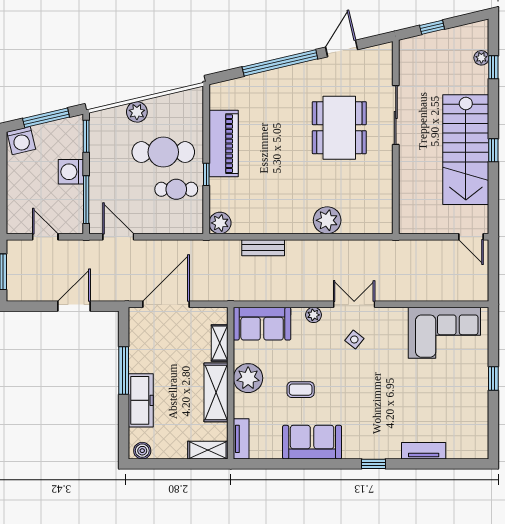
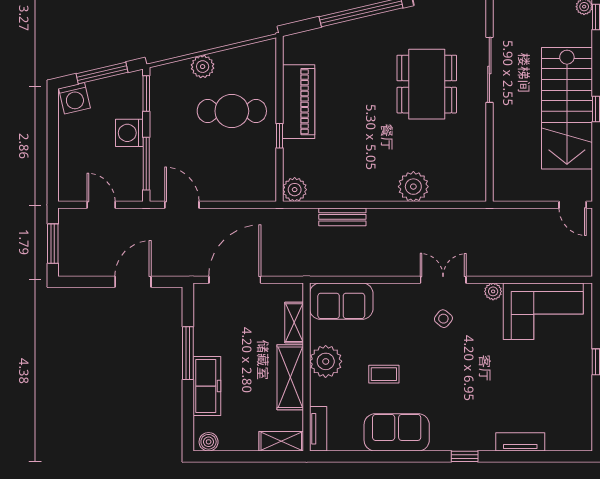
cafe table: (176, 189) -> (246, 152), removed
plant: (314, 315) -> (493, 291), moved

